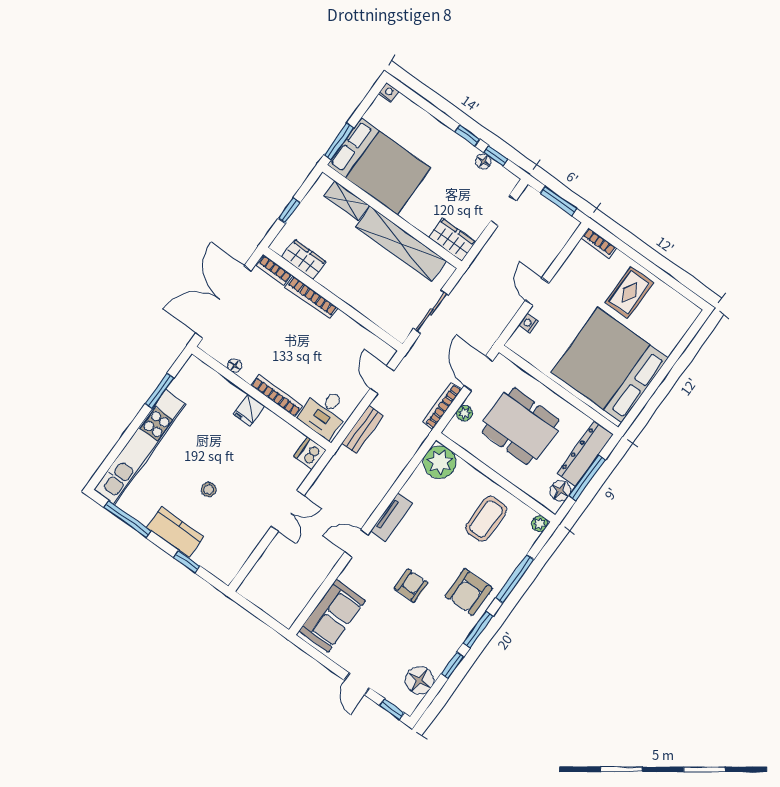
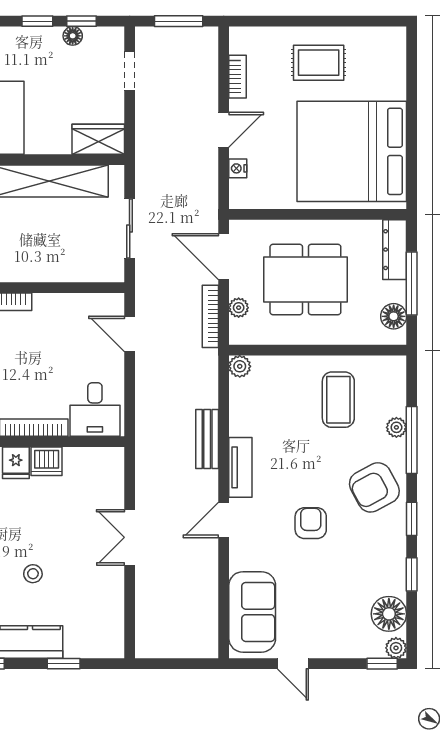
bookcase: (598, 243) -> (237, 77), moved, turned -90
door: (537, 292) -> (224, 130), swing flipped
rug: (629, 292) -> (319, 63), turned 90
bench: (362, 430) -> (207, 439), moved
dishwasher: (310, 453) -> (47, 461), moved, turned -90
dresser: (585, 454) -> (395, 250), width x0.73, depth x0.80
plant: (440, 462) -> (240, 366), width x0.53, depth x0.53
double door: (288, 511) -> (130, 537), swing flipped
plant: (539, 524) -> (396, 427), moved
armchair: (469, 592) -> (374, 487), turned 62
window: (478, 630) -> (412, 519), width x0.67
door: (357, 684) -> (293, 664), moved
plant: (408, 706) -> (396, 648), added

